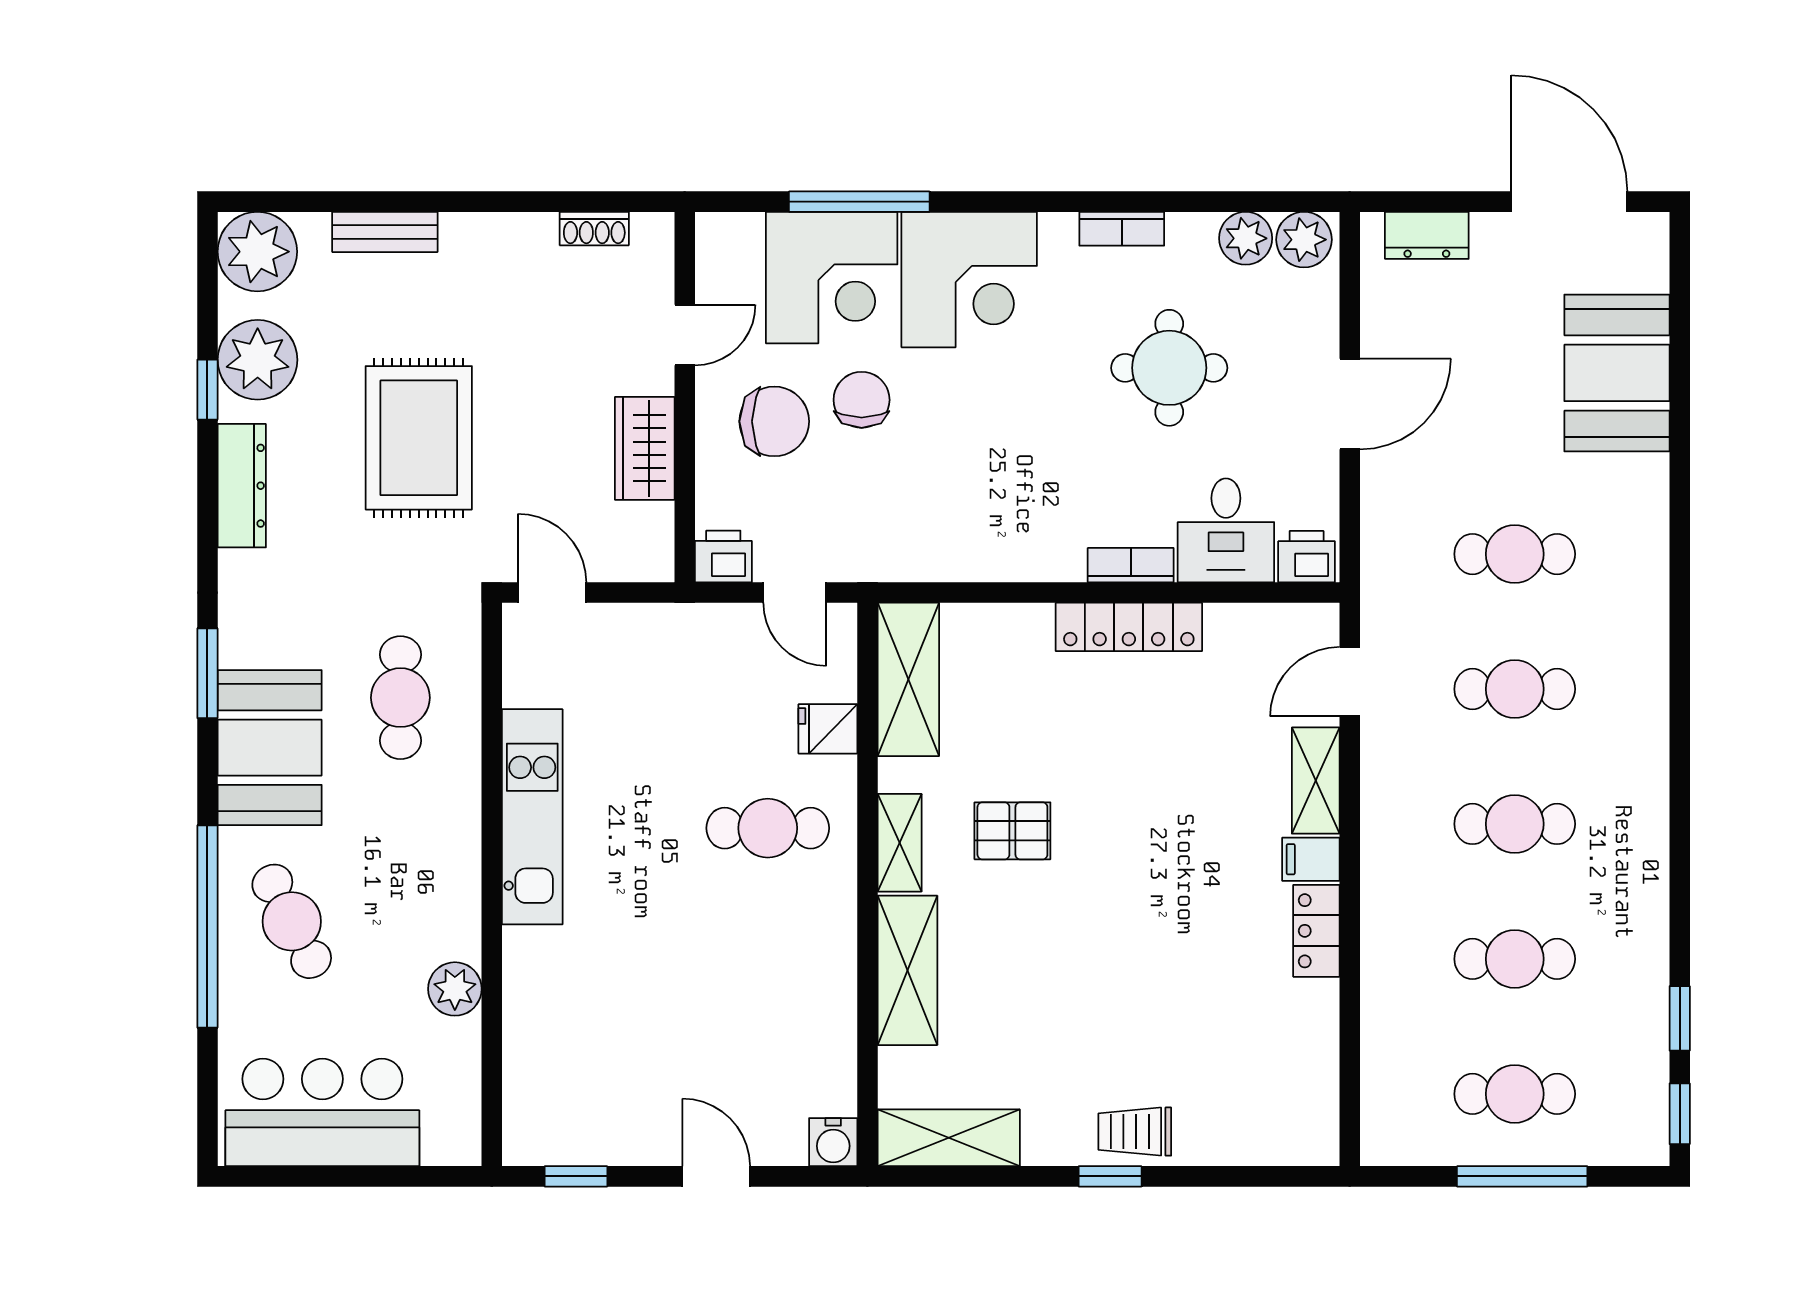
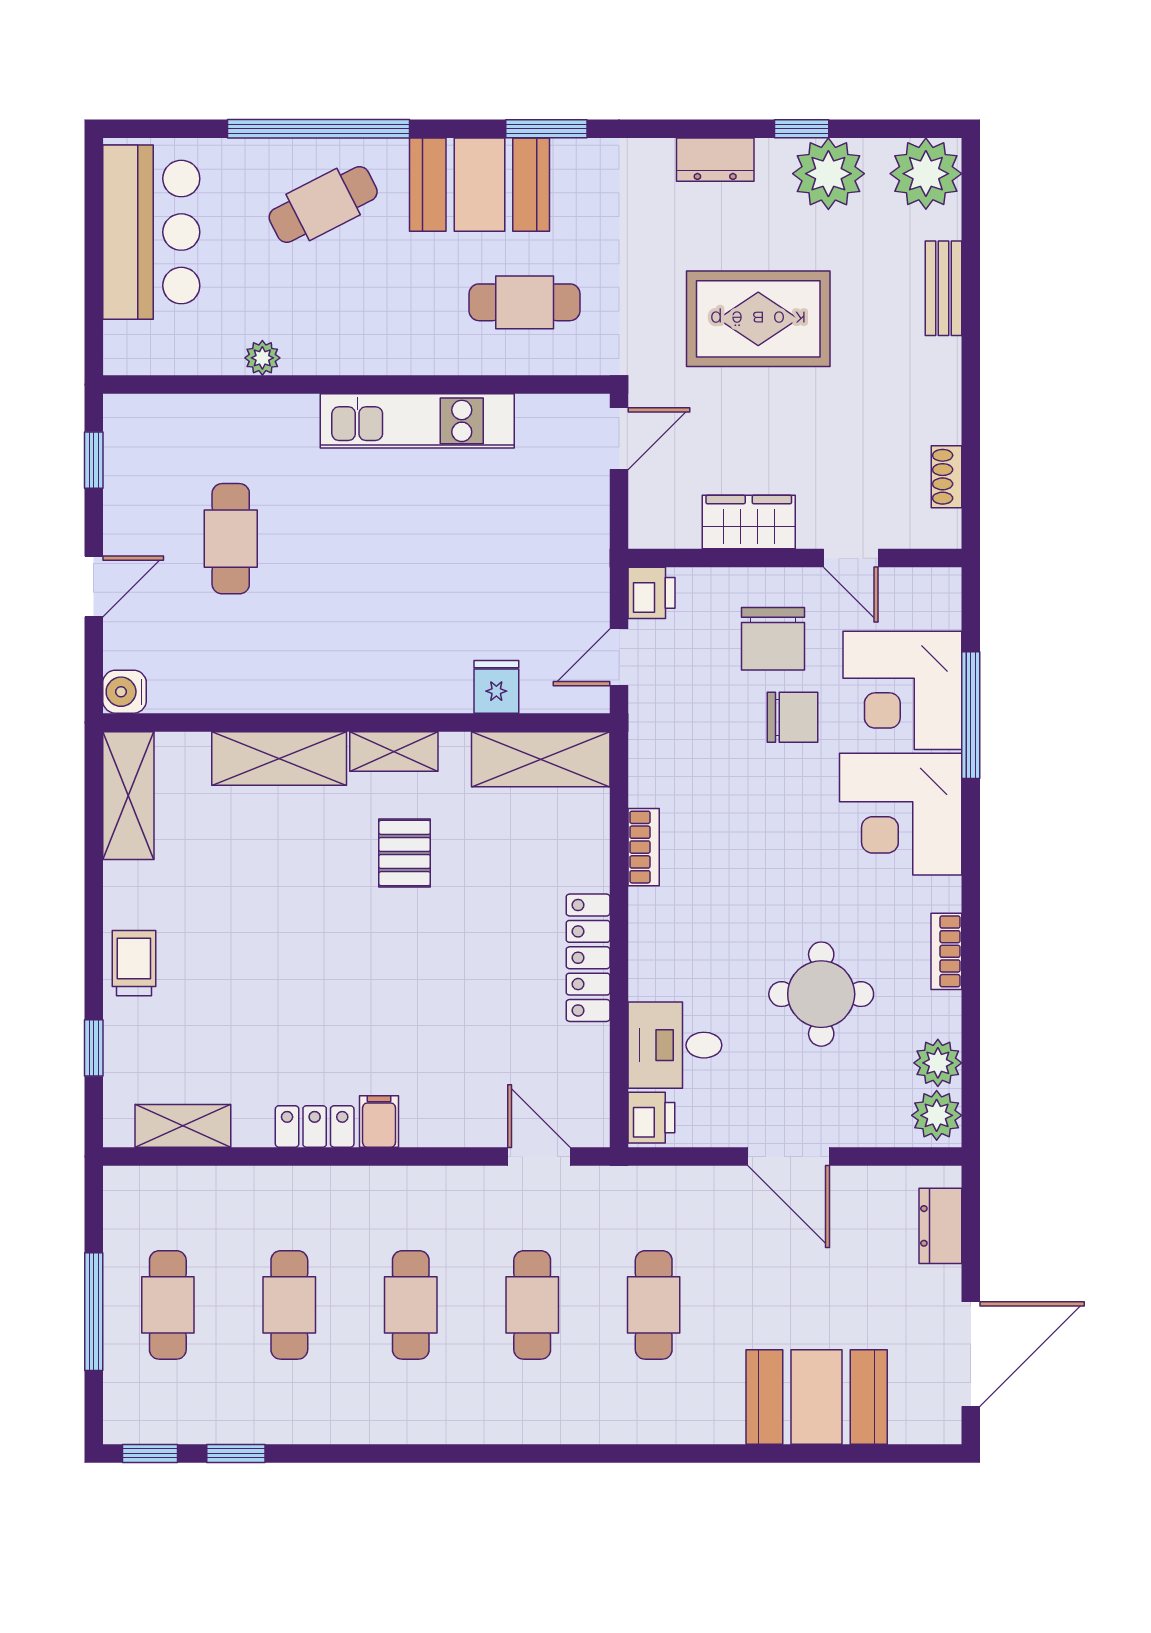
dresser: (242, 486) -> (715, 160), width x0.70
bookcase: (1131, 565) -> (644, 847), moved
shelving: (1316, 781) -> (183, 1126), moved
cafe table: (768, 828) -> (231, 539), moved
plant: (455, 989) -> (262, 358), width x0.73, depth x0.73
window: (1110, 1176) -> (94, 1048), moved

